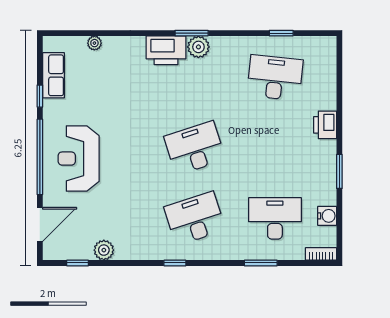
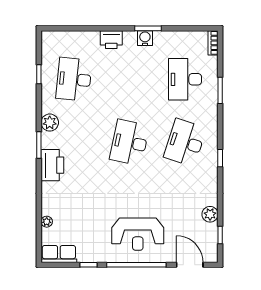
plant: (198, 47) -> (50, 123), moved
row of seats: (53, 75) -> (59, 254), moved
desk: (195, 148) -> (130, 142), turned 30
water cooler: (327, 216) -> (145, 38), moved
desk: (195, 218) -> (185, 142), turned 36

